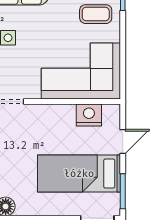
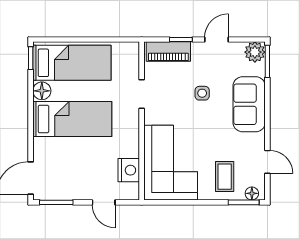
bed: (79, 174) -> (72, 119), moved, turned 90

